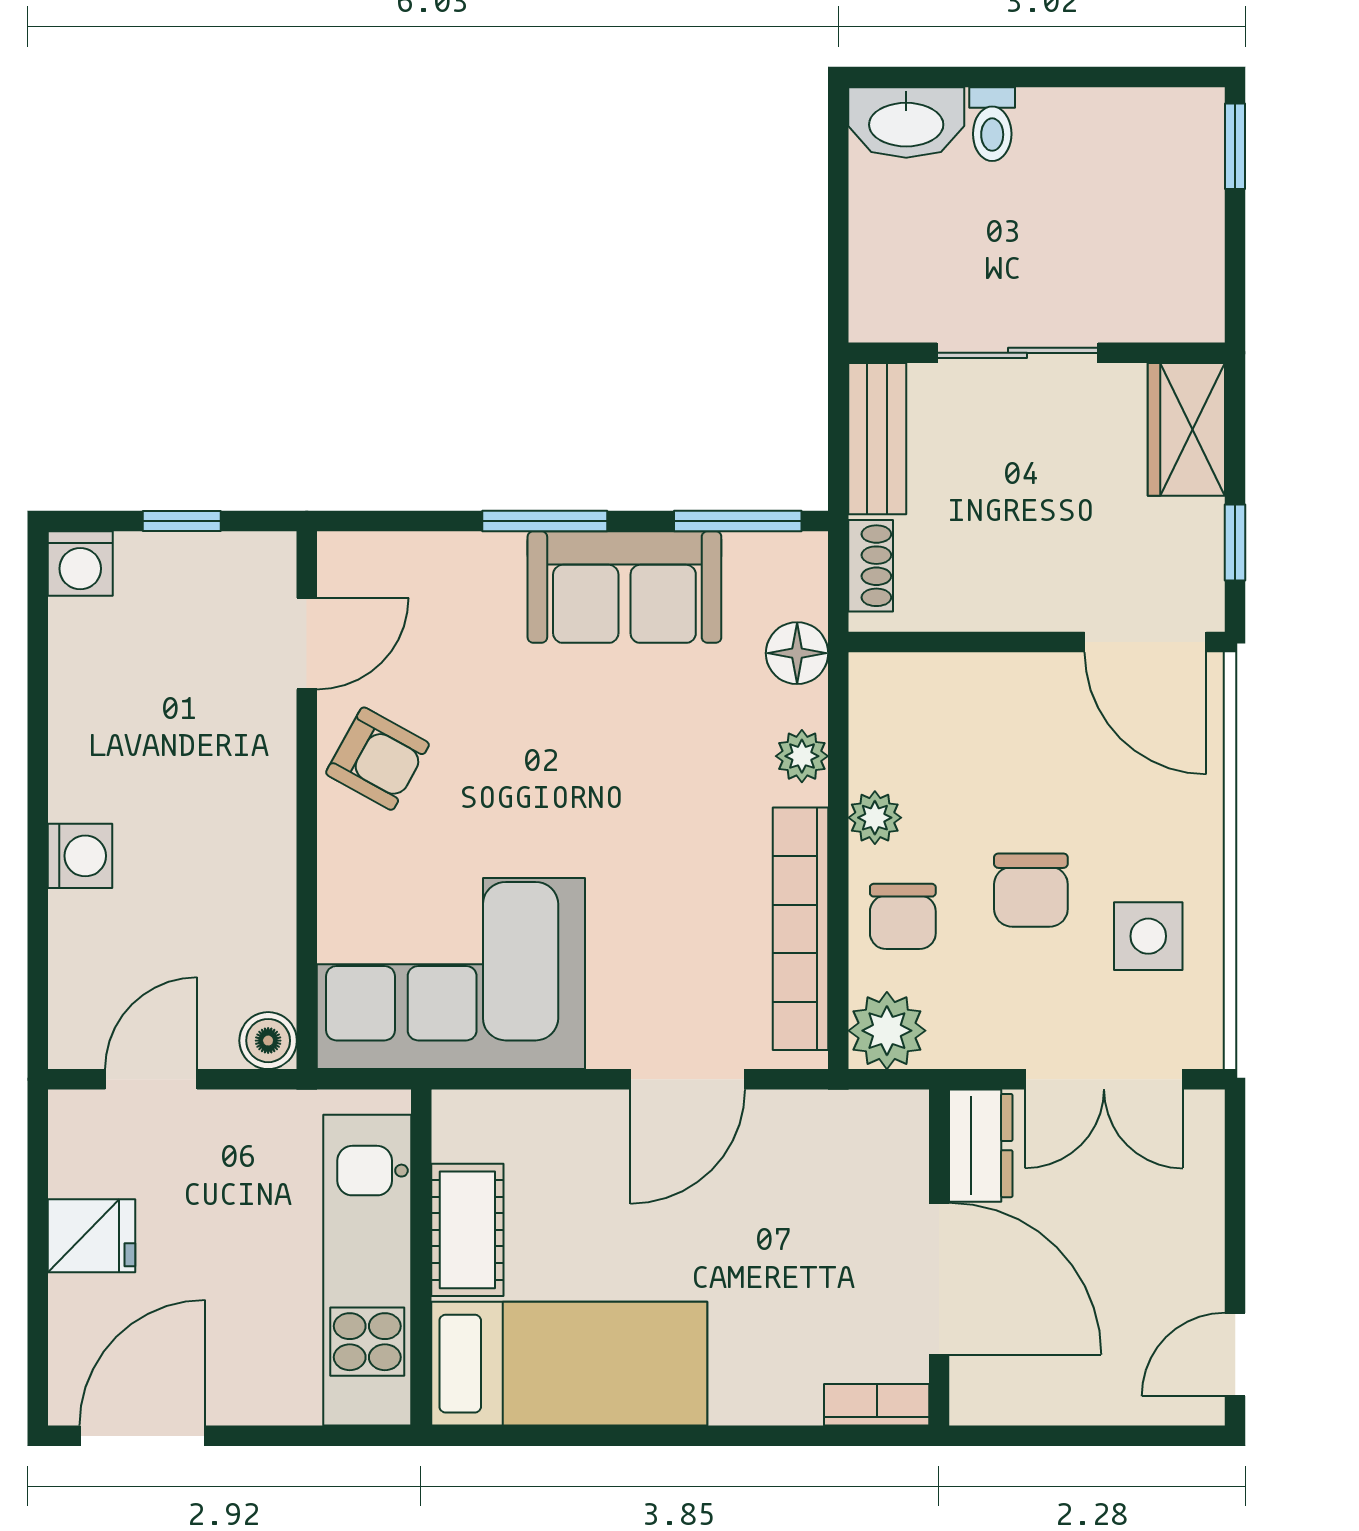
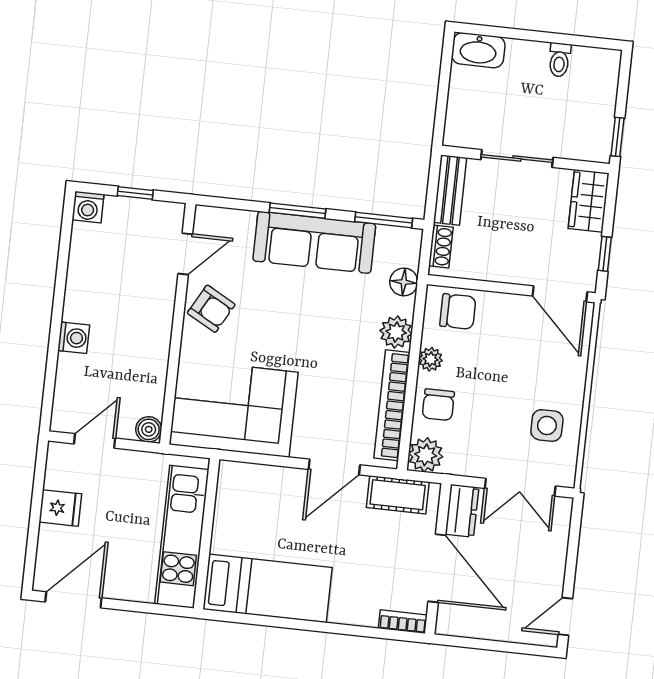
toilet: (992, 124) -> (559, 60), moved
window: (1235, 146) -> (618, 137), moved
sofa: (624, 587) -> (314, 242), width x1.36
plant: (802, 756) -> (396, 332), width x1.38, depth x1.38
chair: (1031, 890) -> (458, 311), moved, turned -90
cot: (467, 1230) -> (398, 495), moved, turned 90

